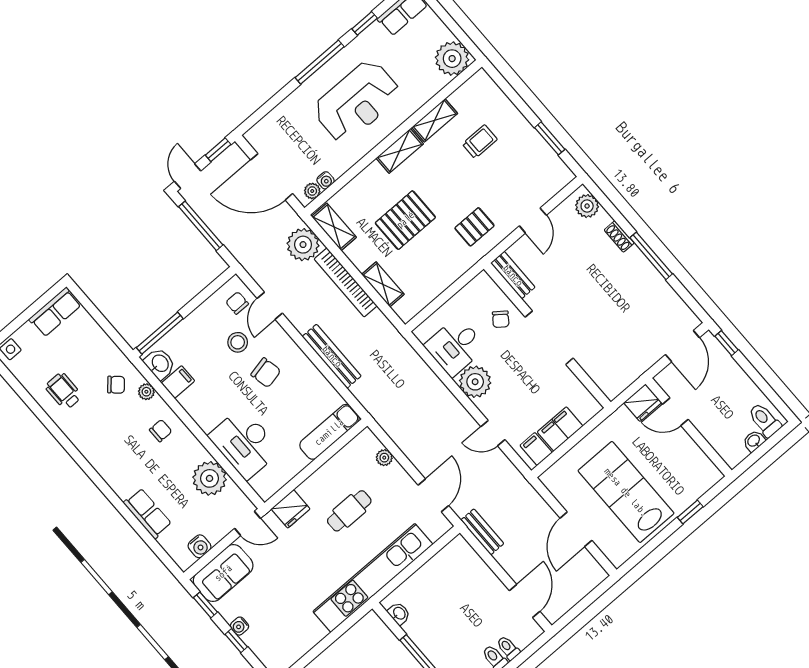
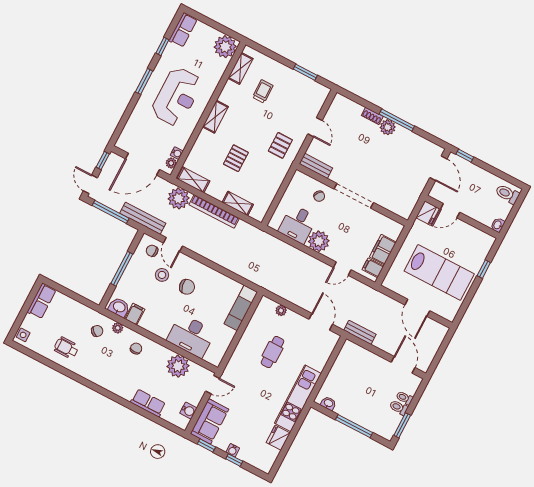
window: (320, 62) -> (144, 81), width x0.69
shelving: (435, 120) -> (240, 68), moved
plant: (587, 206) -> (388, 127), moved
pallet: (405, 220) -> (236, 158), width x0.67, depth x0.71
window: (160, 333) -> (122, 269), moved
bench: (332, 356) -> (143, 218), moved
washbasin: (754, 441) -> (498, 225), moved
lab bench: (626, 492) -> (439, 272), turned 180
fridge: (291, 509) -> (278, 438), moved, turned 180
kitchen unit: (373, 578) -> (298, 398), width x0.73

